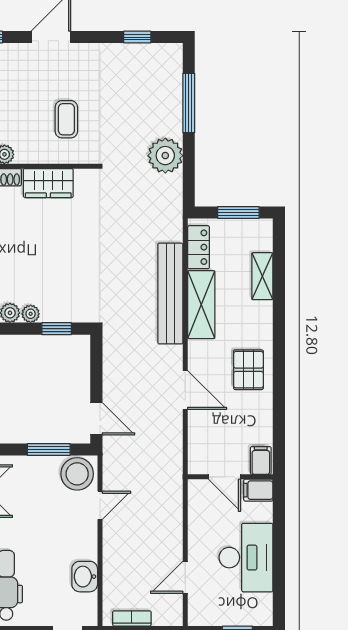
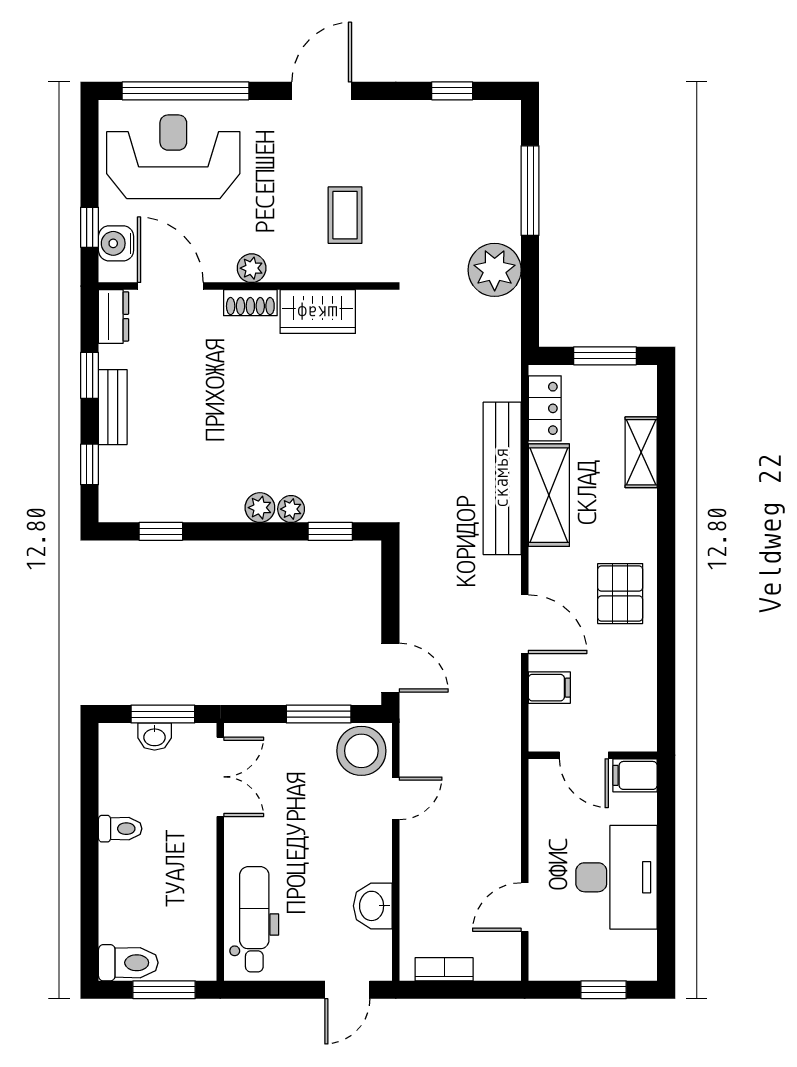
filing cabinet: (261, 460) -> (549, 688), moved, turned 90

